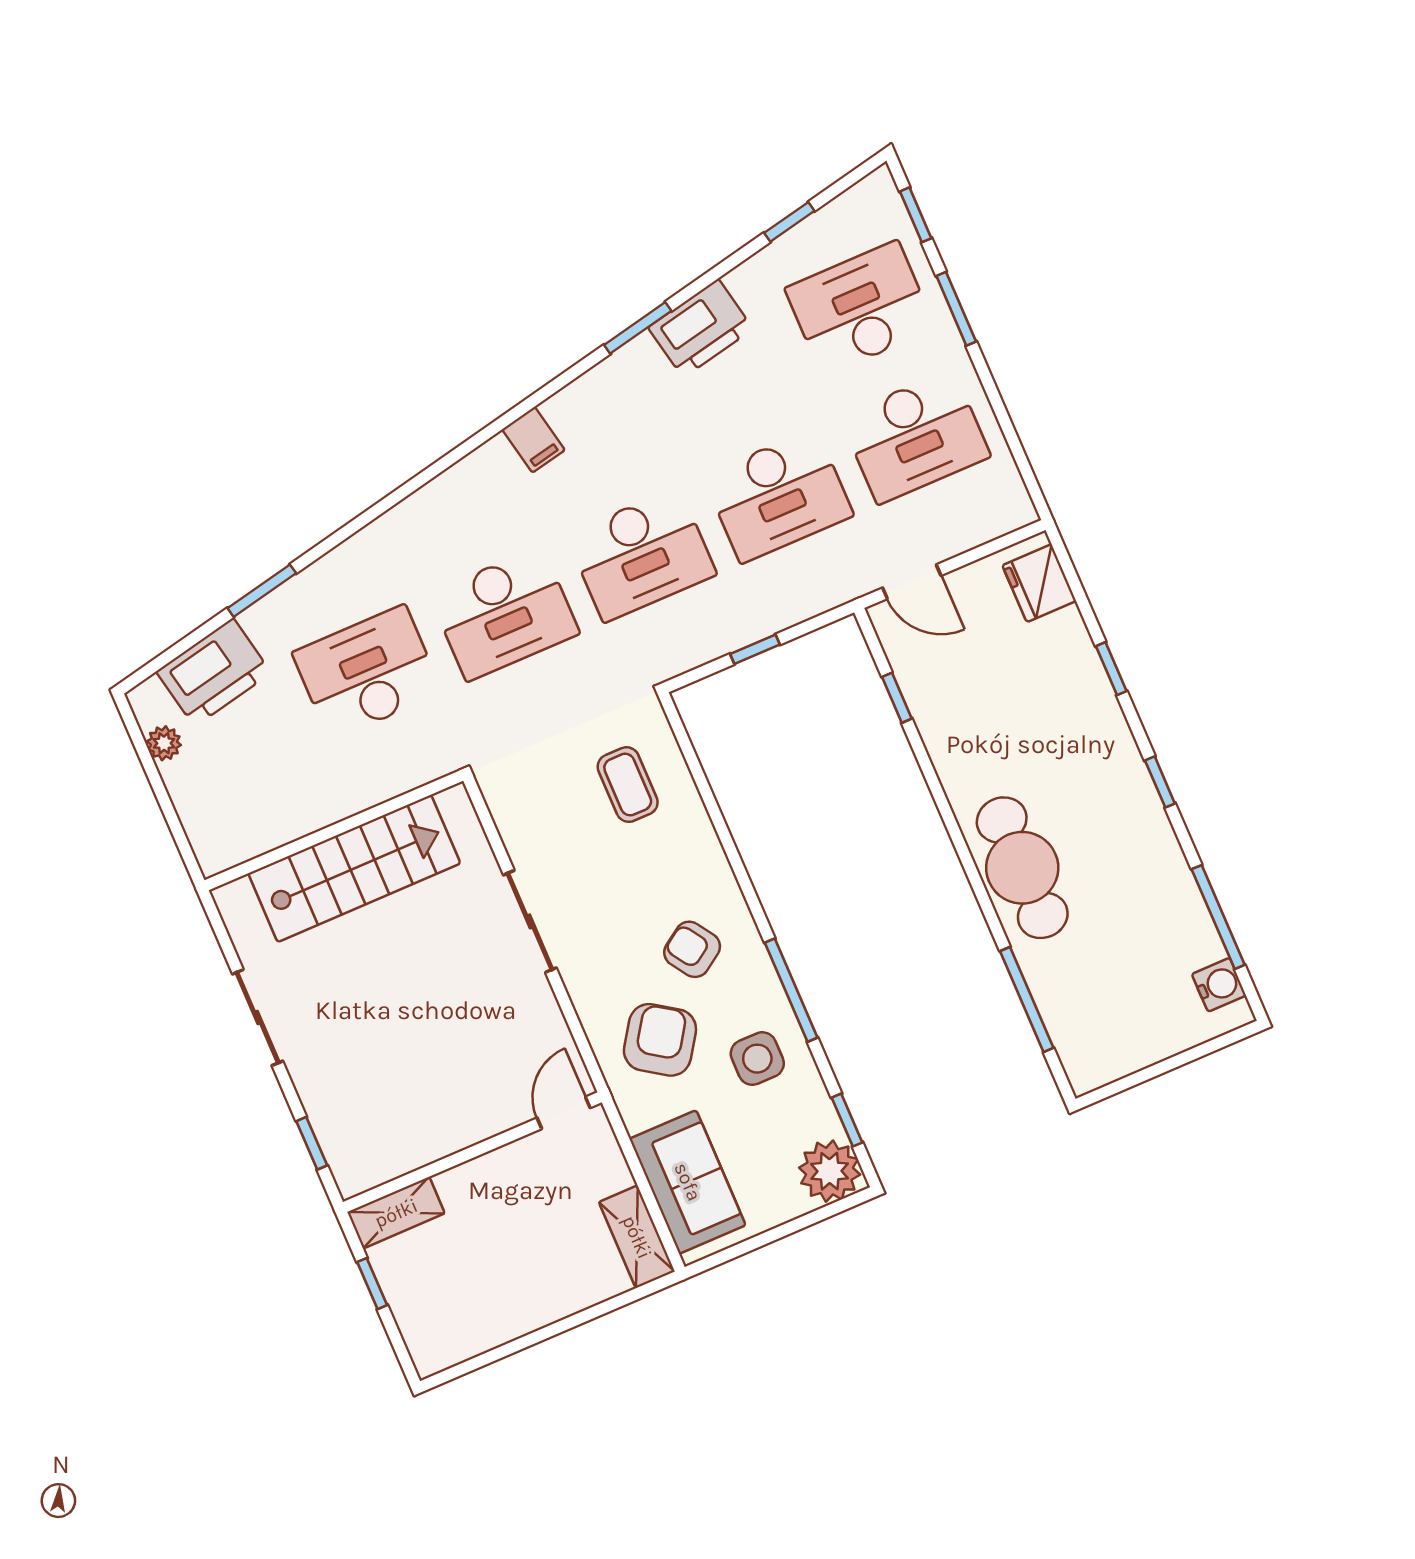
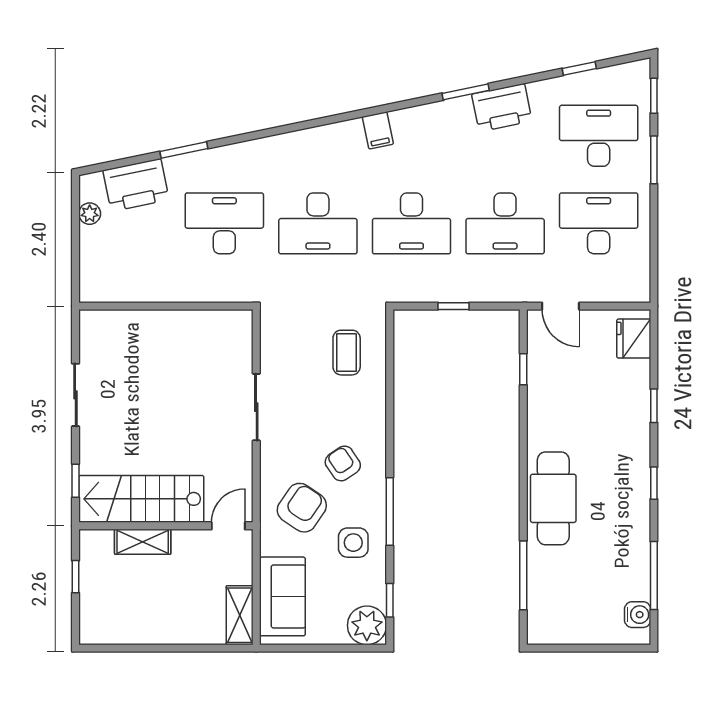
desk: (915, 437) -> (599, 223), turned 180
stairs: (354, 868) -> (141, 499), moved, turned 180
shelving: (396, 1213) -> (143, 542), moved

